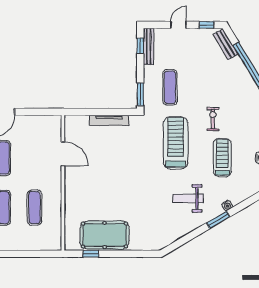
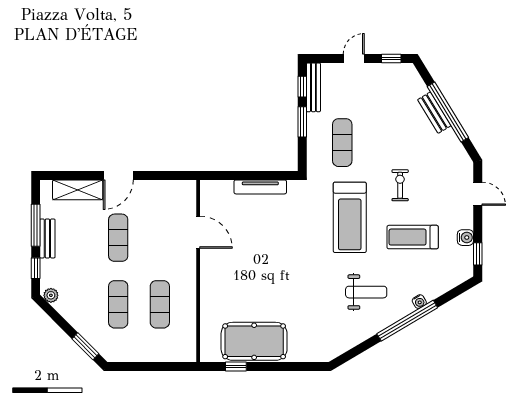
bench: (226, 44) -> (434, 113), moved
window: (140, 94) -> (302, 122), moved
treadmill: (176, 143) -> (350, 217), turned 180
treadmill: (222, 158) -> (413, 237), turned -90
weight bench: (188, 198) -> (366, 292), turned 180
window: (218, 220) -> (407, 321), width x2.11

